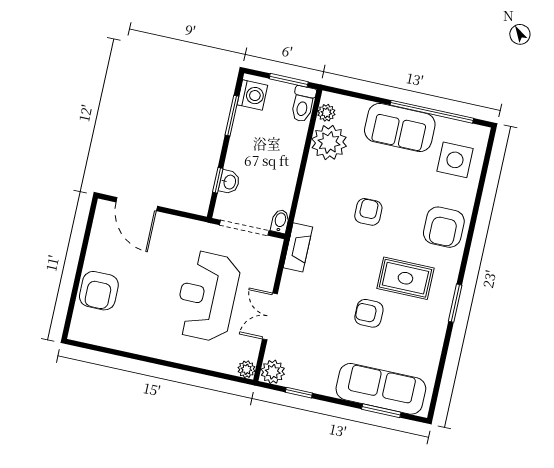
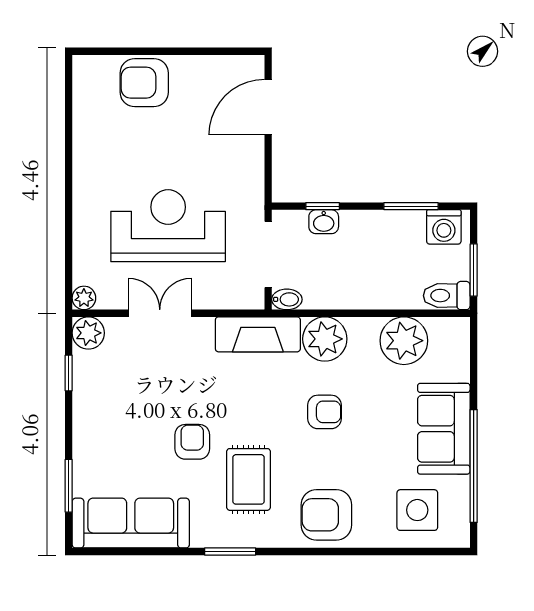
plant: (326, 113) -> (325, 339), moved, width x1.87, depth x1.87
fireplace: (298, 247) -> (258, 334), width x1.37, depth x1.32
sofa: (381, 389) -> (131, 523), moved, turned -90

